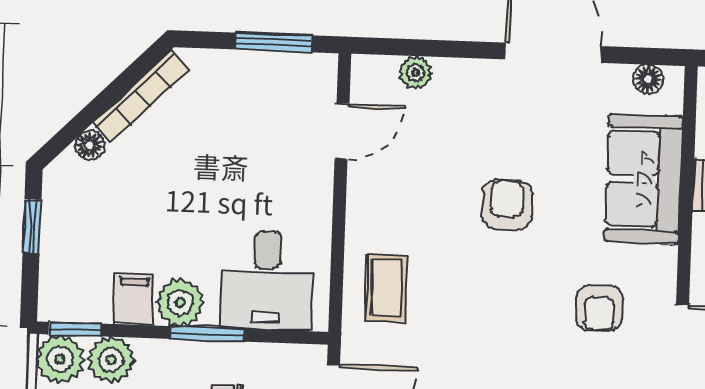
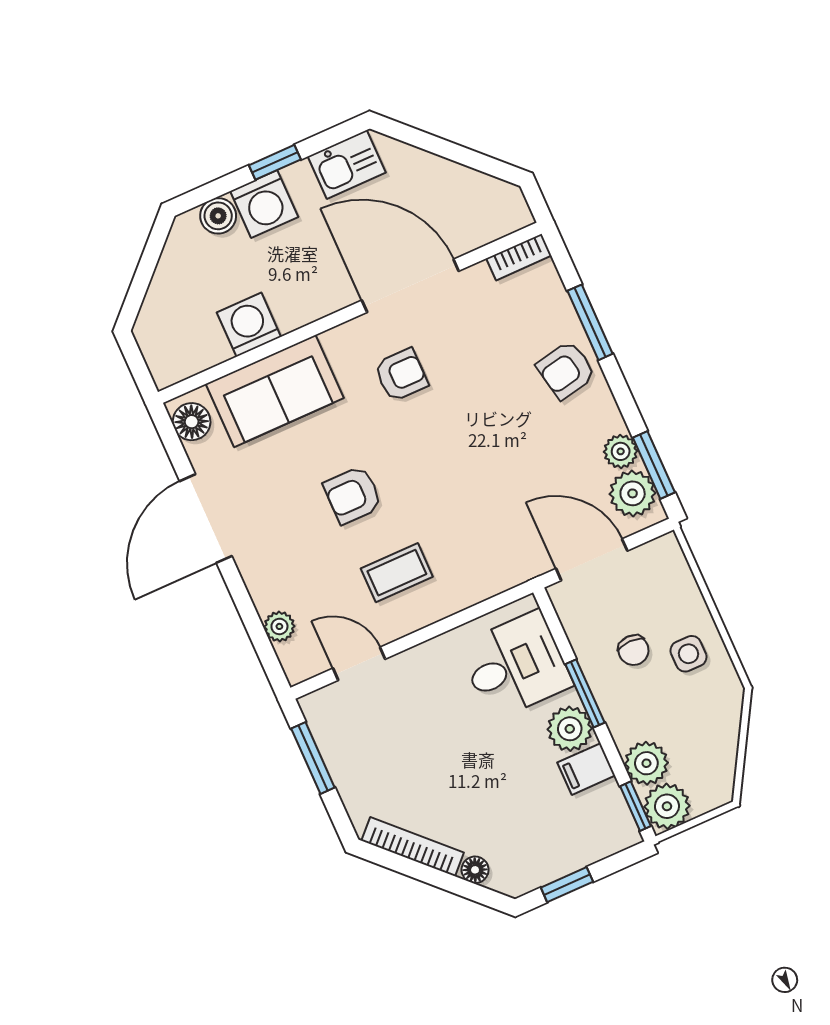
floor lamp: (648, 79) -> (192, 422), width x1.37, depth x1.37
coffee table: (386, 288) -> (397, 573), moved

